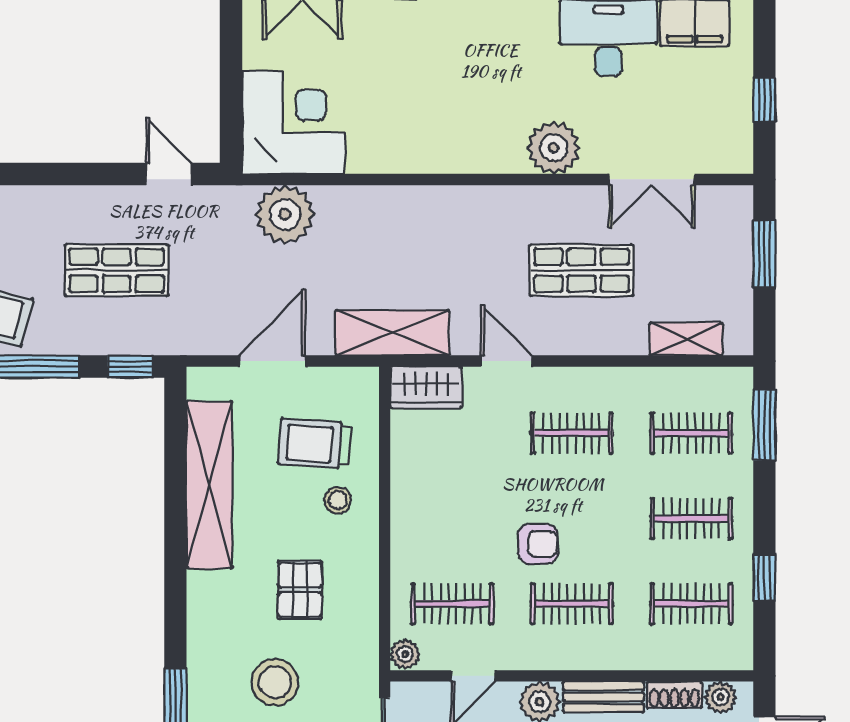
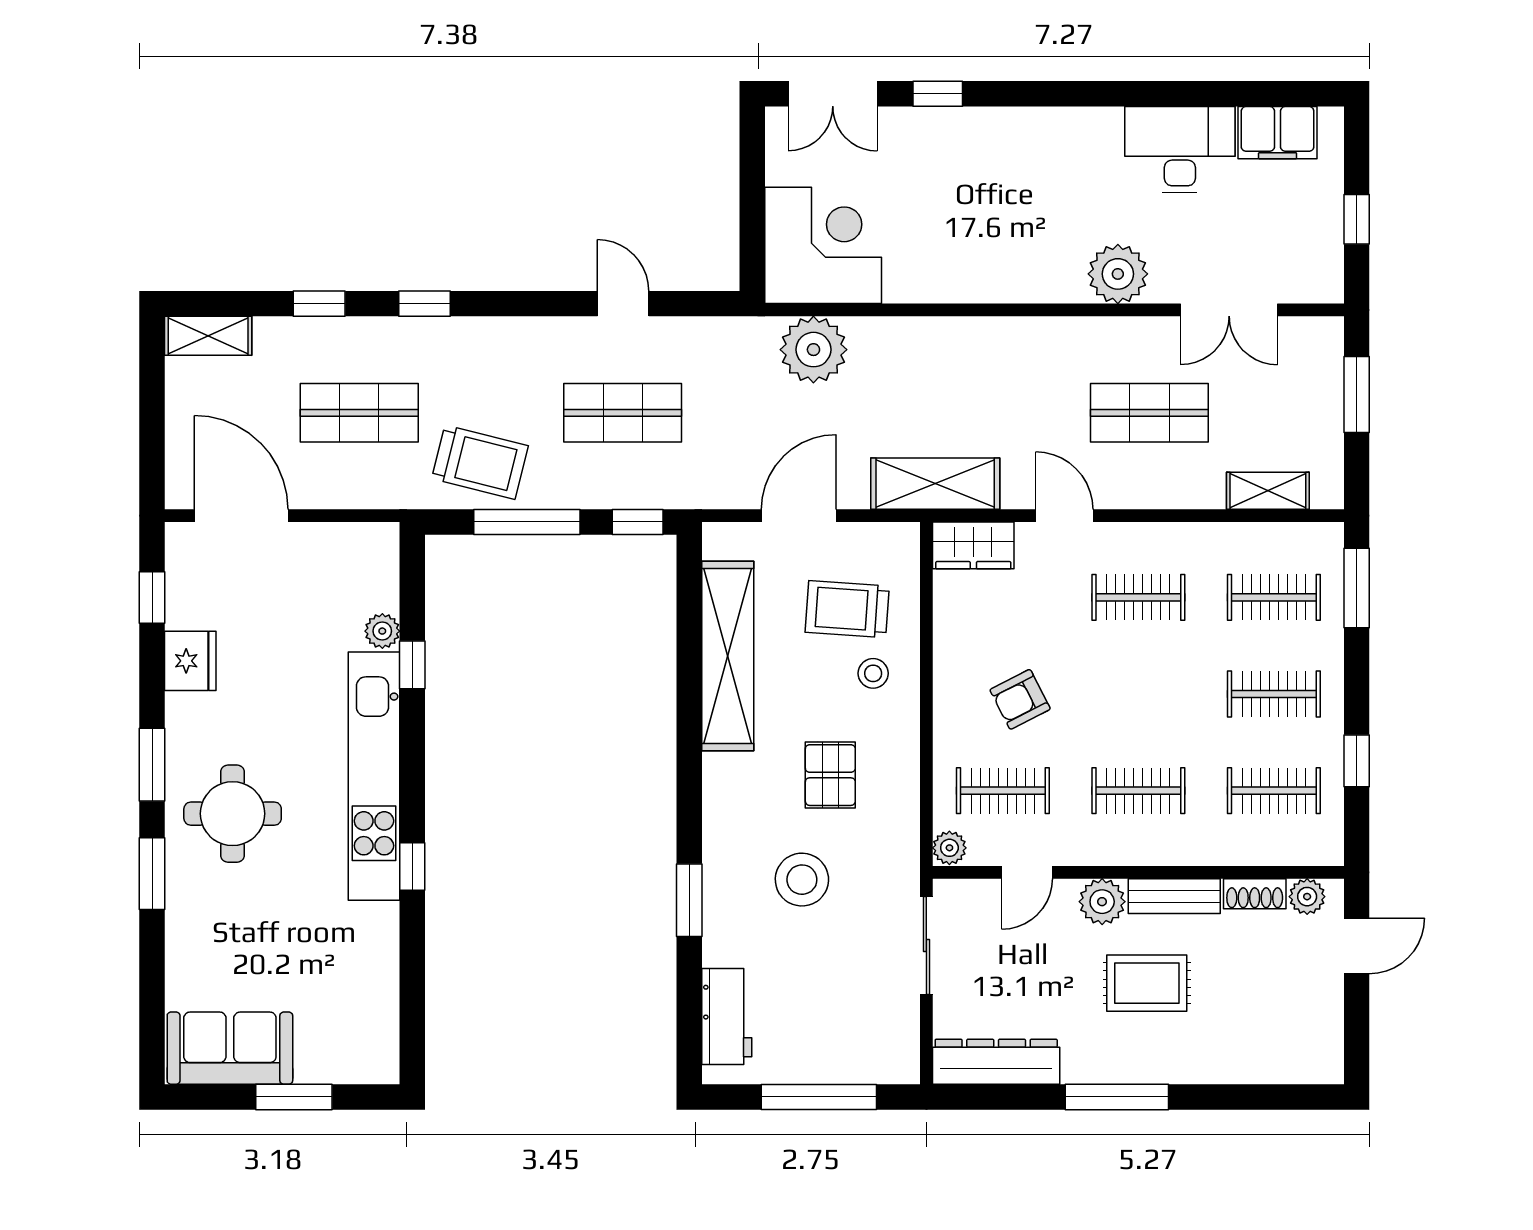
door: (169, 174) -> (623, 304), moved
armchair: (538, 544) -> (1020, 699), moved, turned 153

